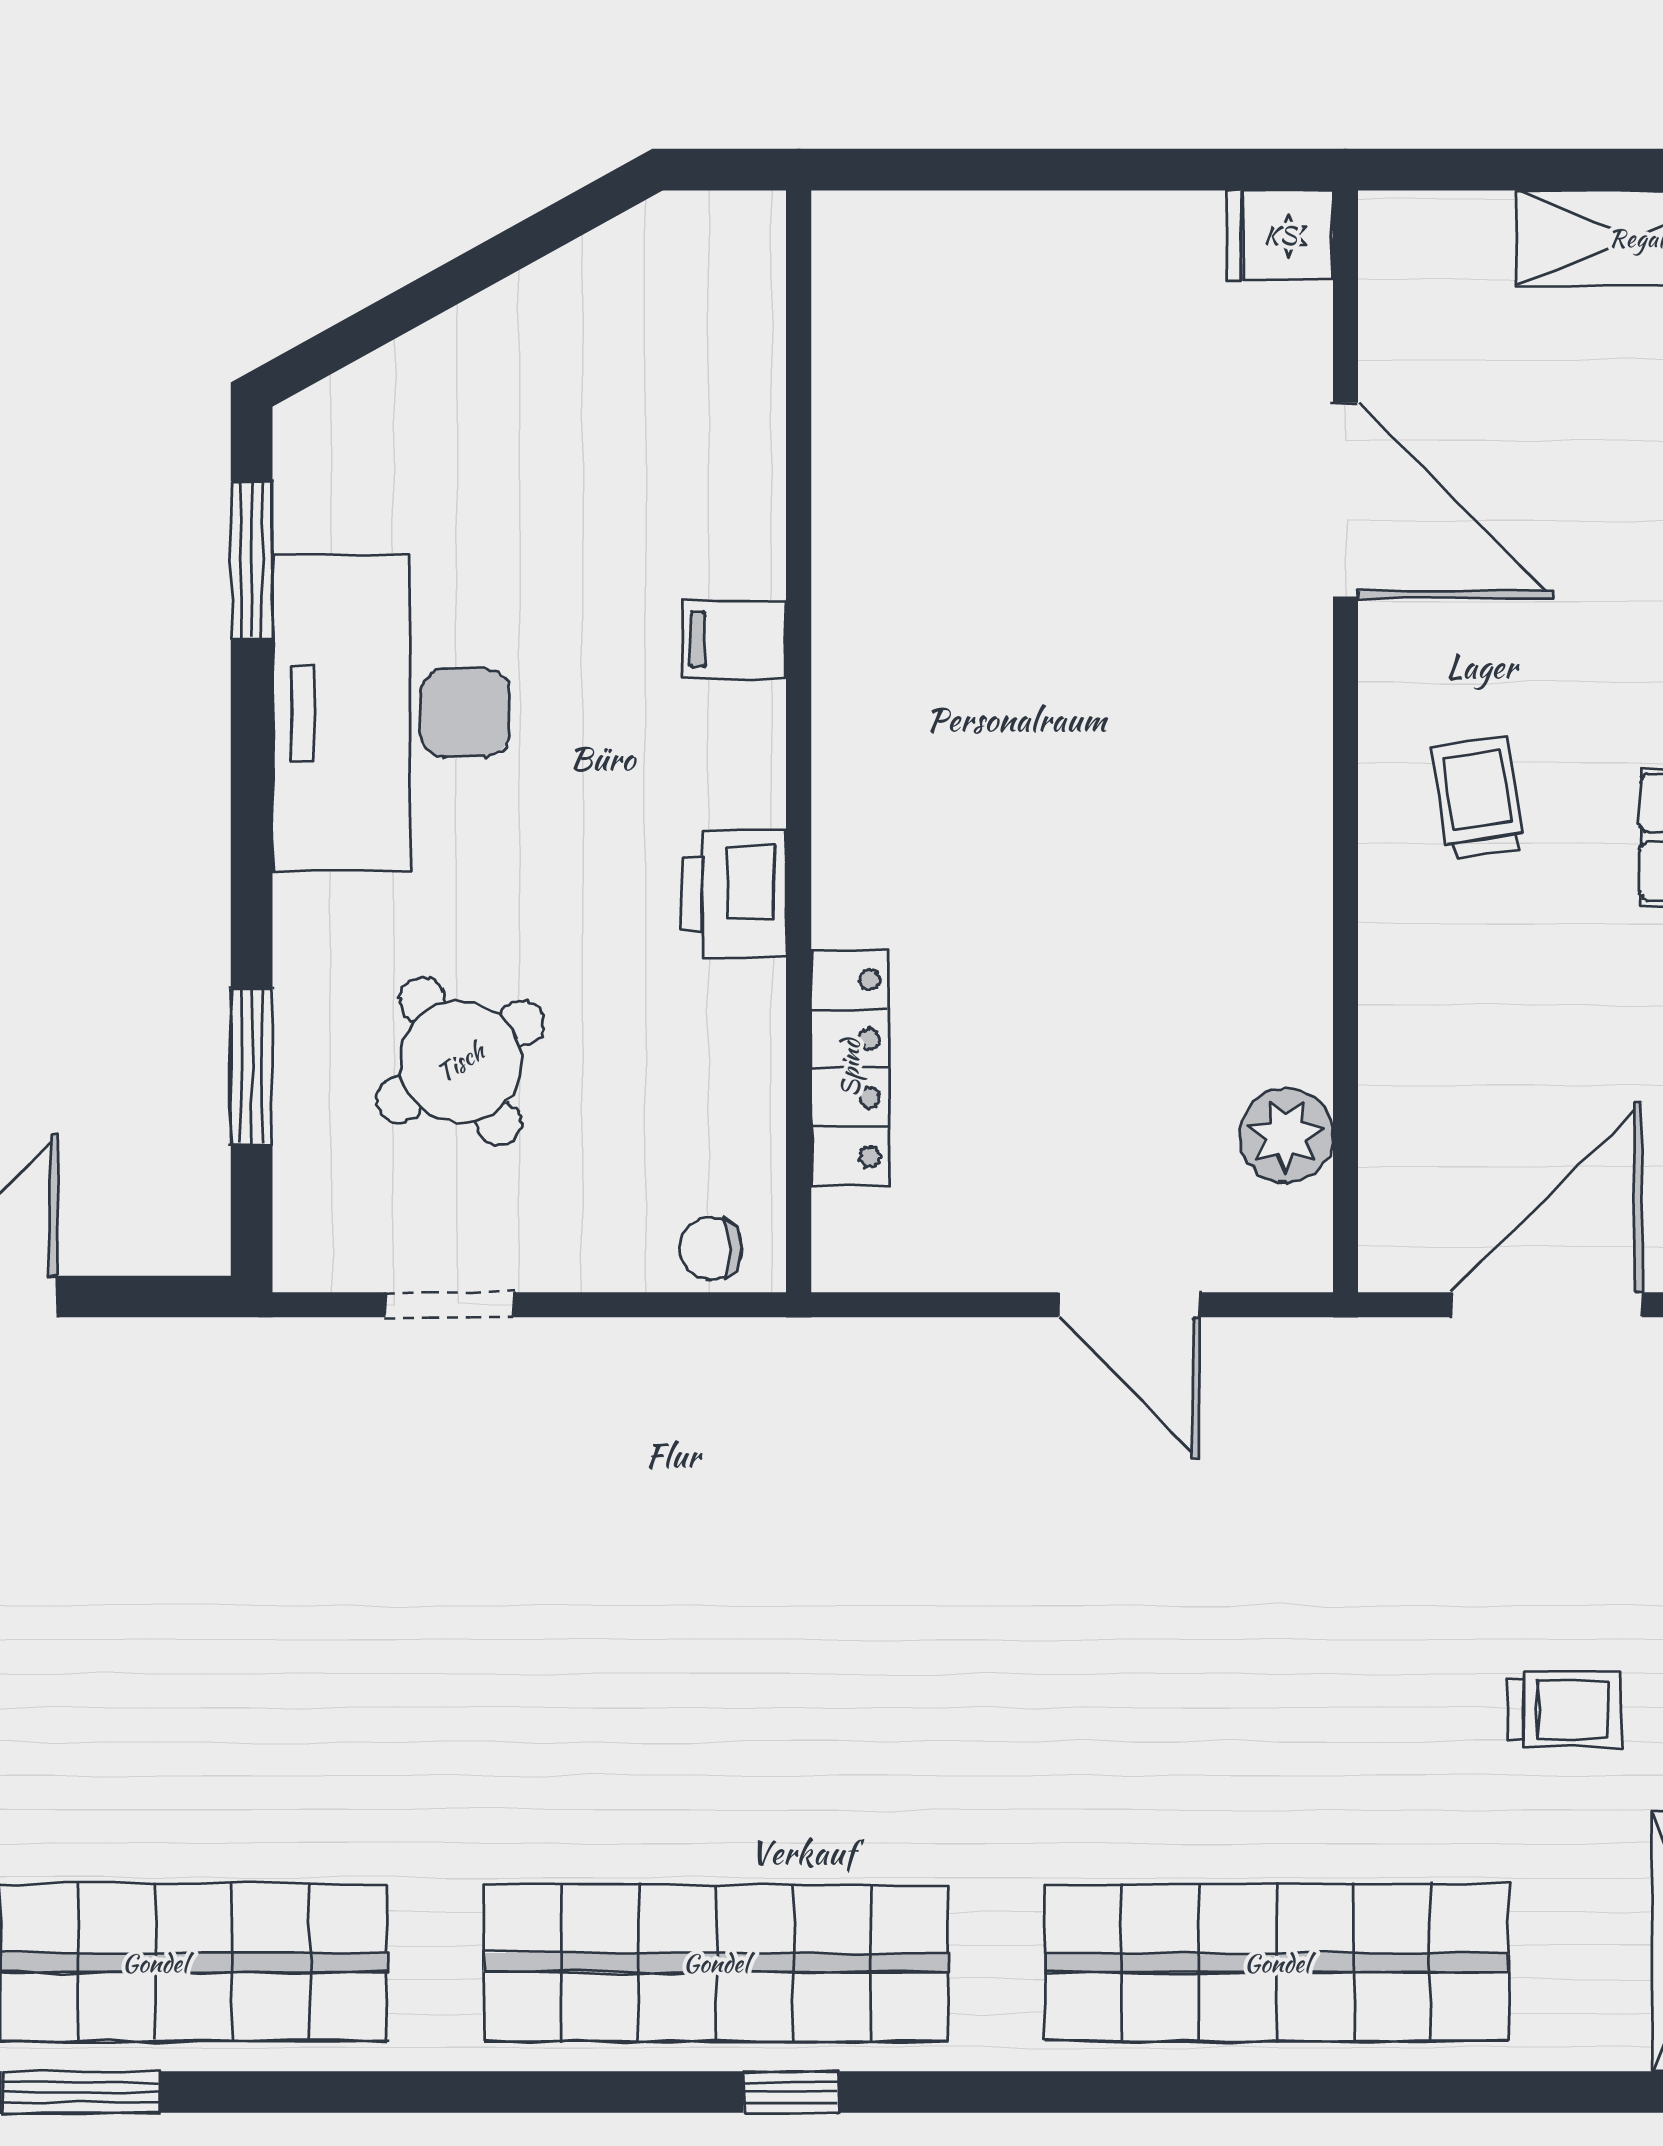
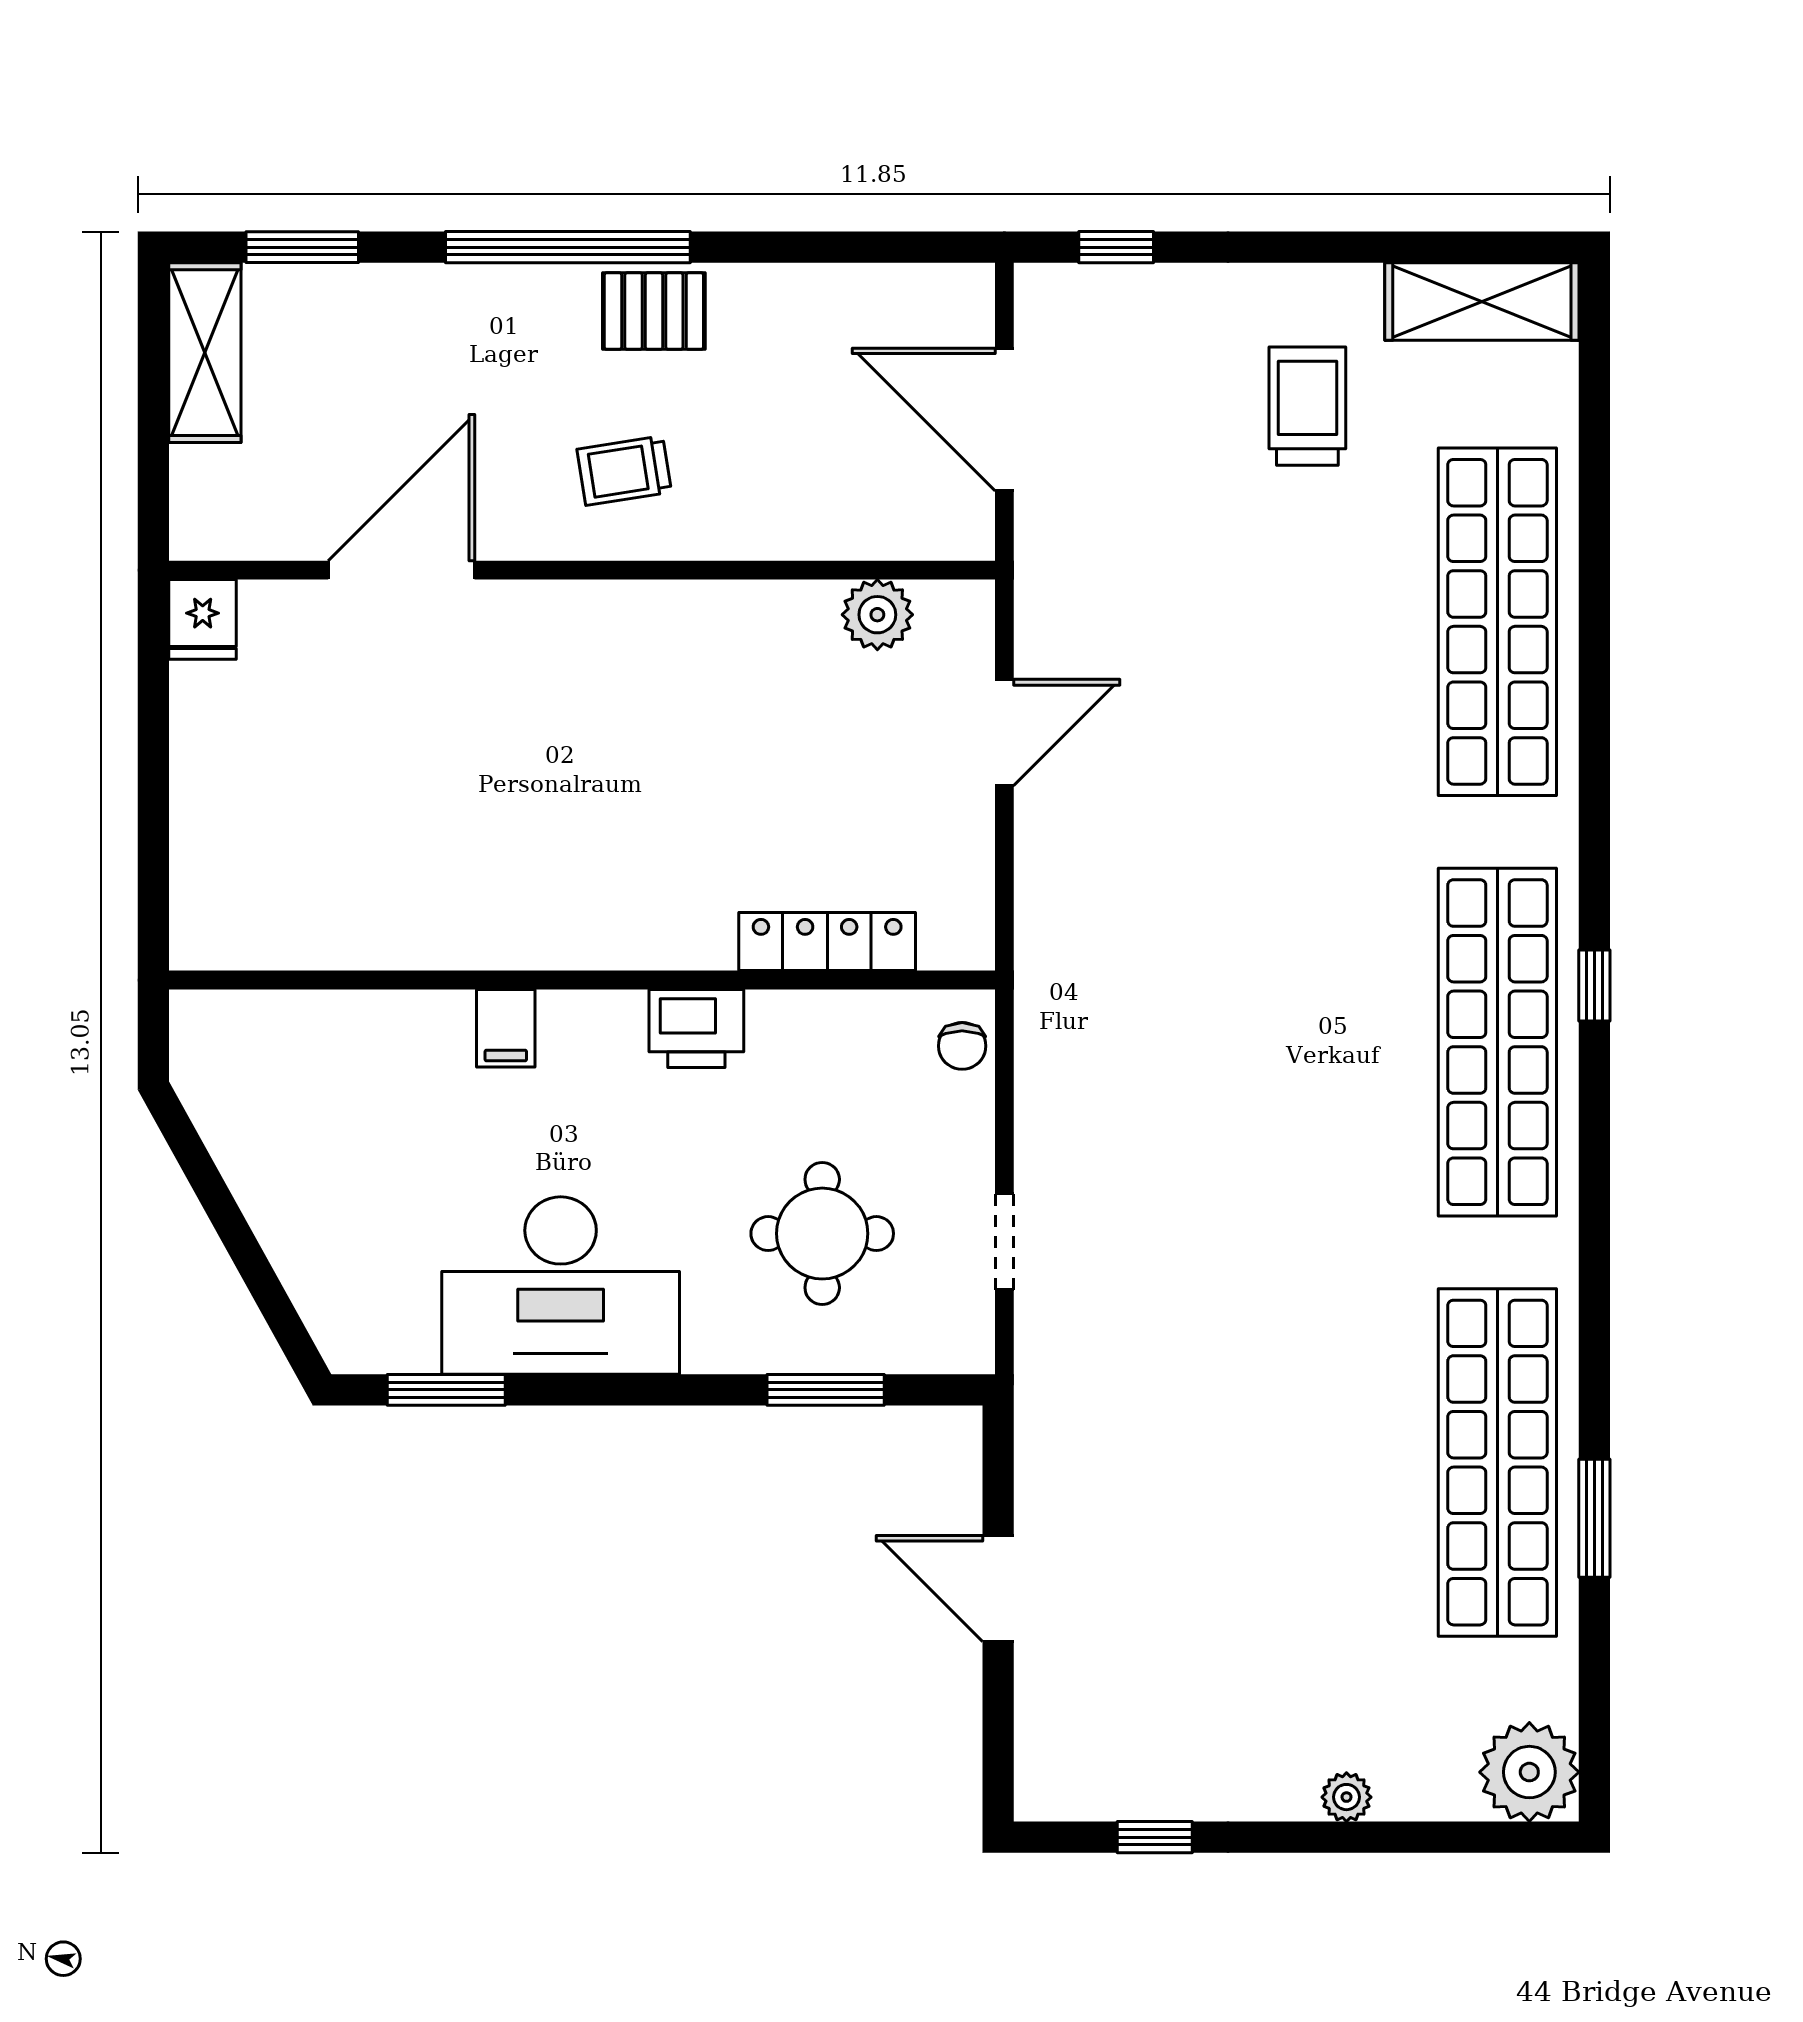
round table: (460, 1062) -> (822, 1234), turned 32
trolley: (1564, 1709) -> (1307, 406), width x1.36, depth x1.39

